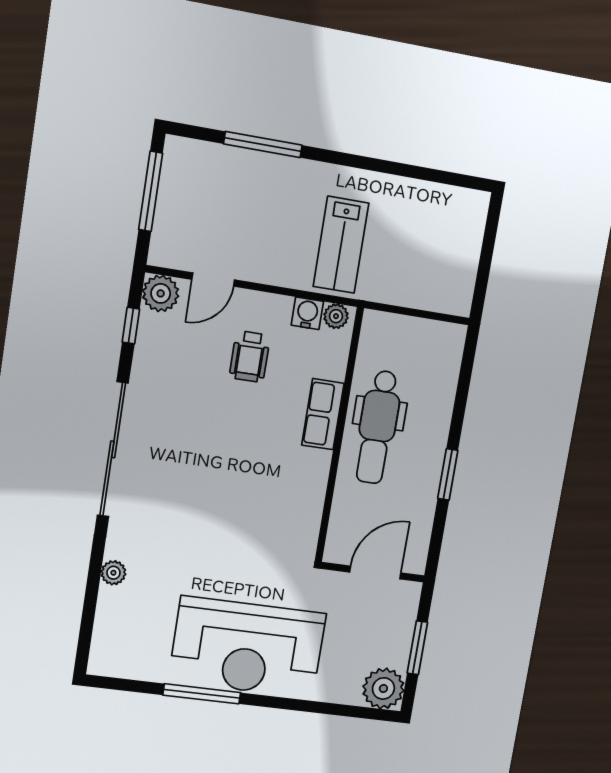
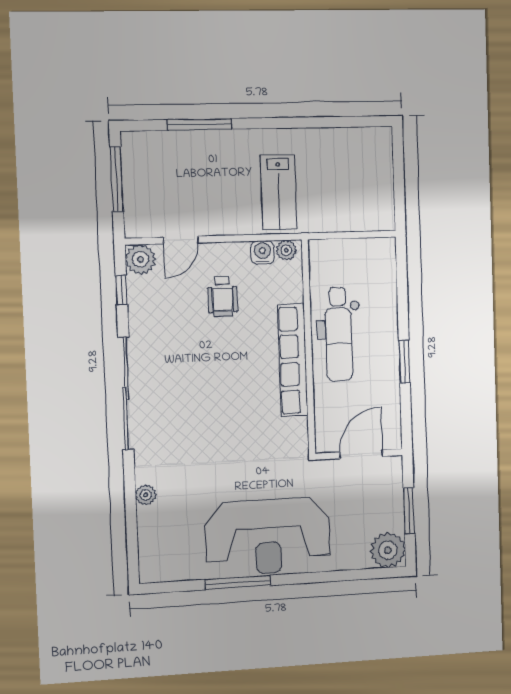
row of seats: (323, 414) -> (293, 360), width x2.02

